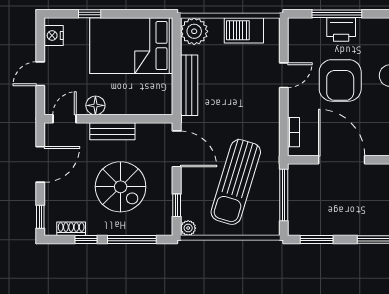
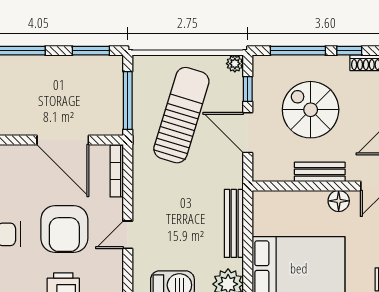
armchair: (340, 80) -> (64, 229), turned 180
bookcase: (294, 132) -> (117, 171), width x1.56
door: (177, 149) -> (248, 133), moved

